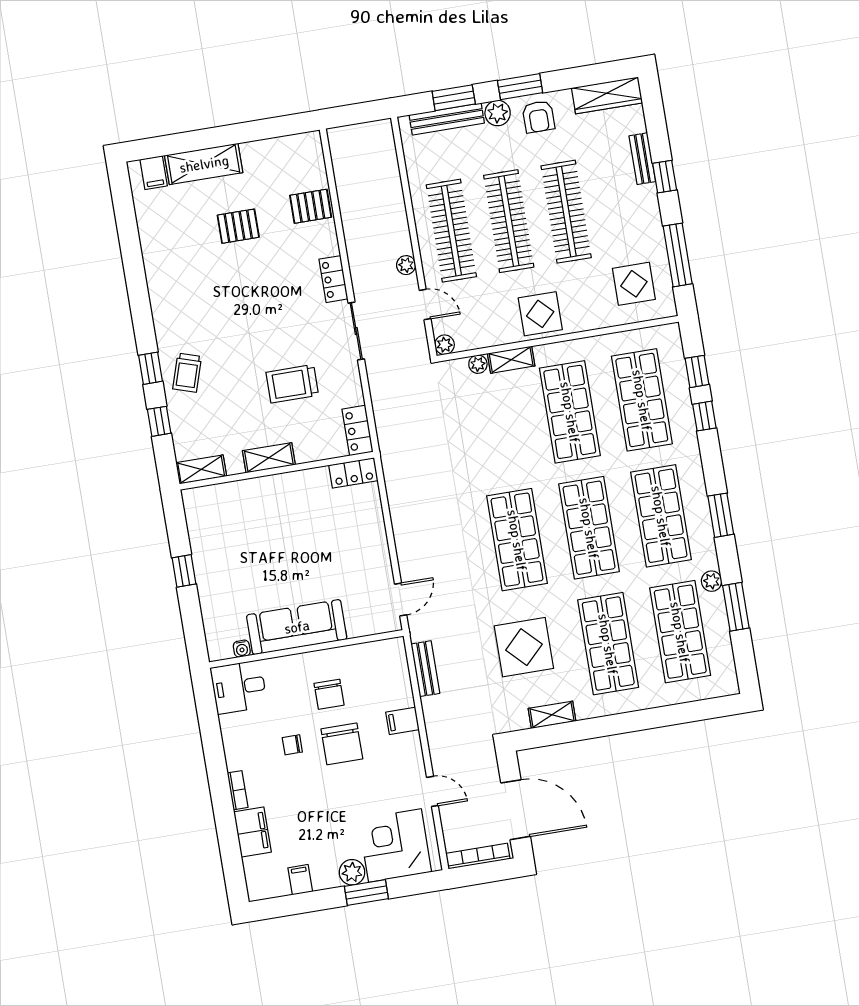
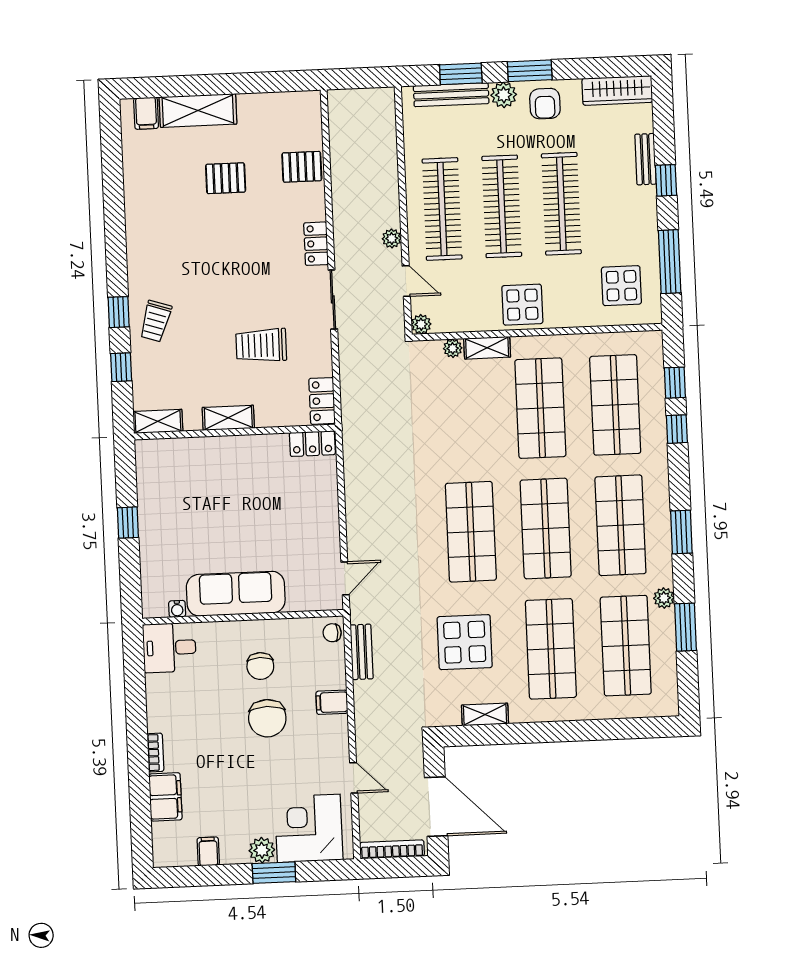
chair: (292, 745) -> (332, 633), moved

